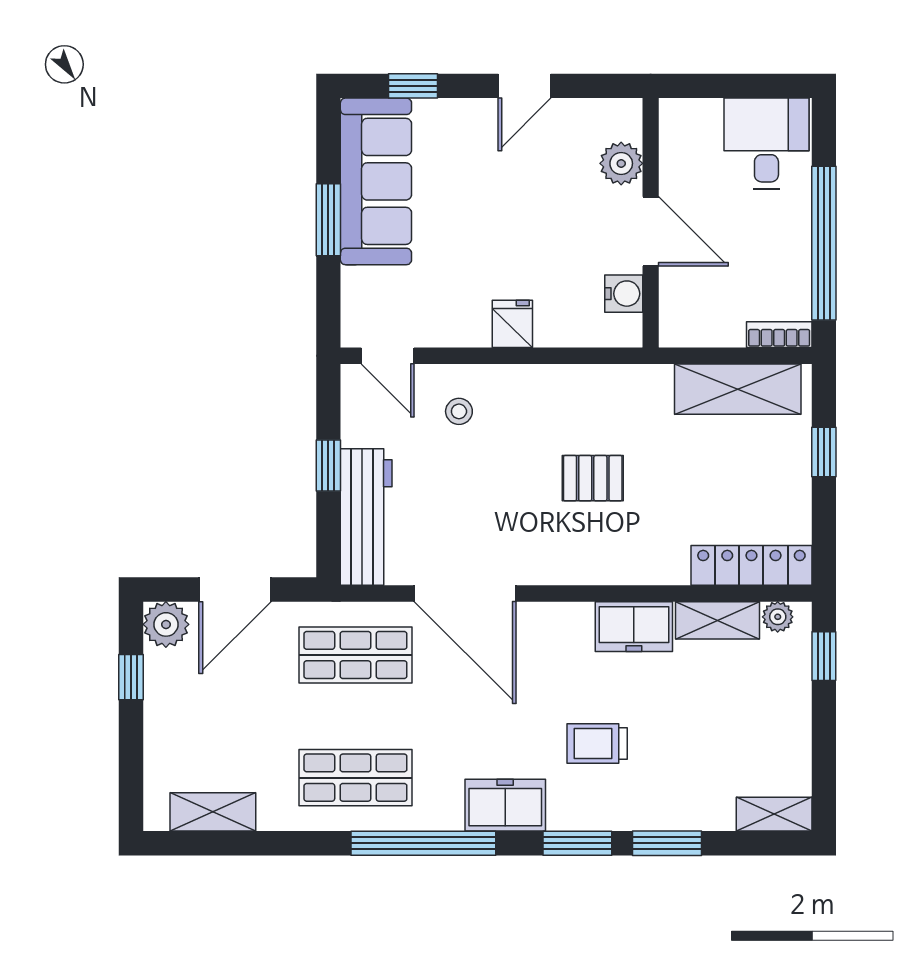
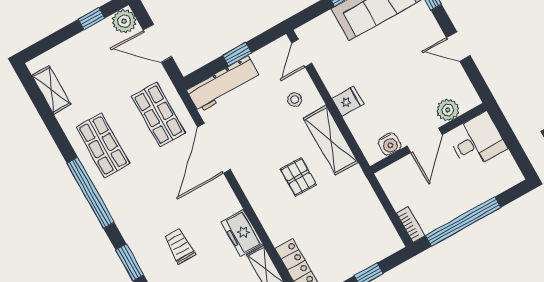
desk: (766, 144) -> (477, 141), moved
shelving: (738, 389) -> (331, 140), moved
freezer: (505, 805) -> (129, 220), removed

